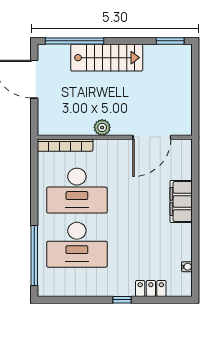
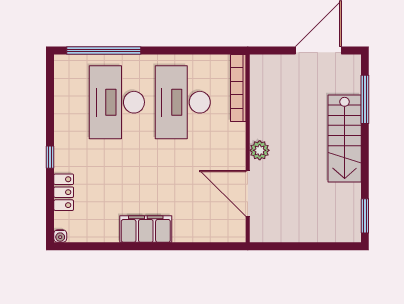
window: (75, 41) -> (365, 99), width x0.68
plant: (102, 127) -> (260, 150), moved
filing cabinet: (181, 201) -> (146, 229), moved
water cooler: (187, 267) -> (60, 236), moved

